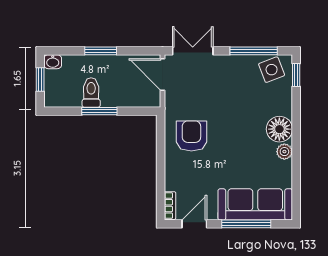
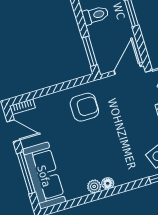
window: (99, 111) -> (90, 51), moved
floor lamp: (279, 129) -> (108, 183), width x0.53, depth x0.53

